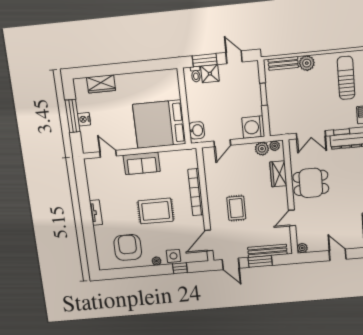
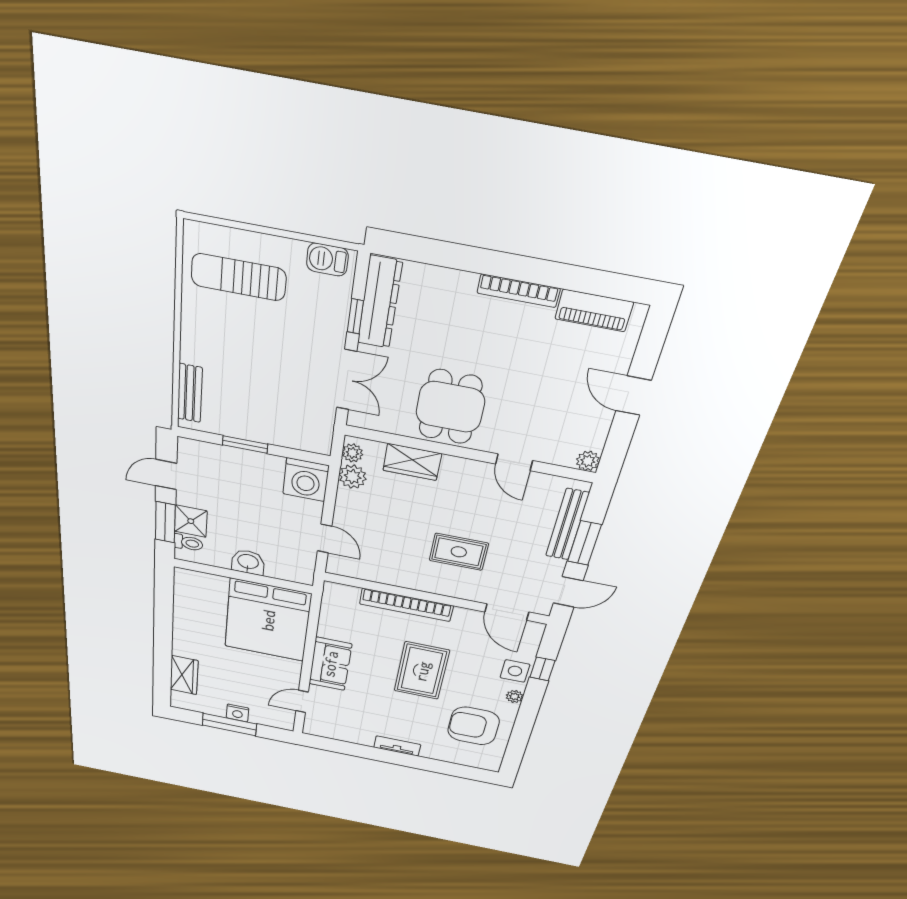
plant: (307, 63) -> (195, 349), removed
washbasin: (197, 130) -> (248, 562), moved
door: (338, 255) -> (633, 396), hinge flipped

